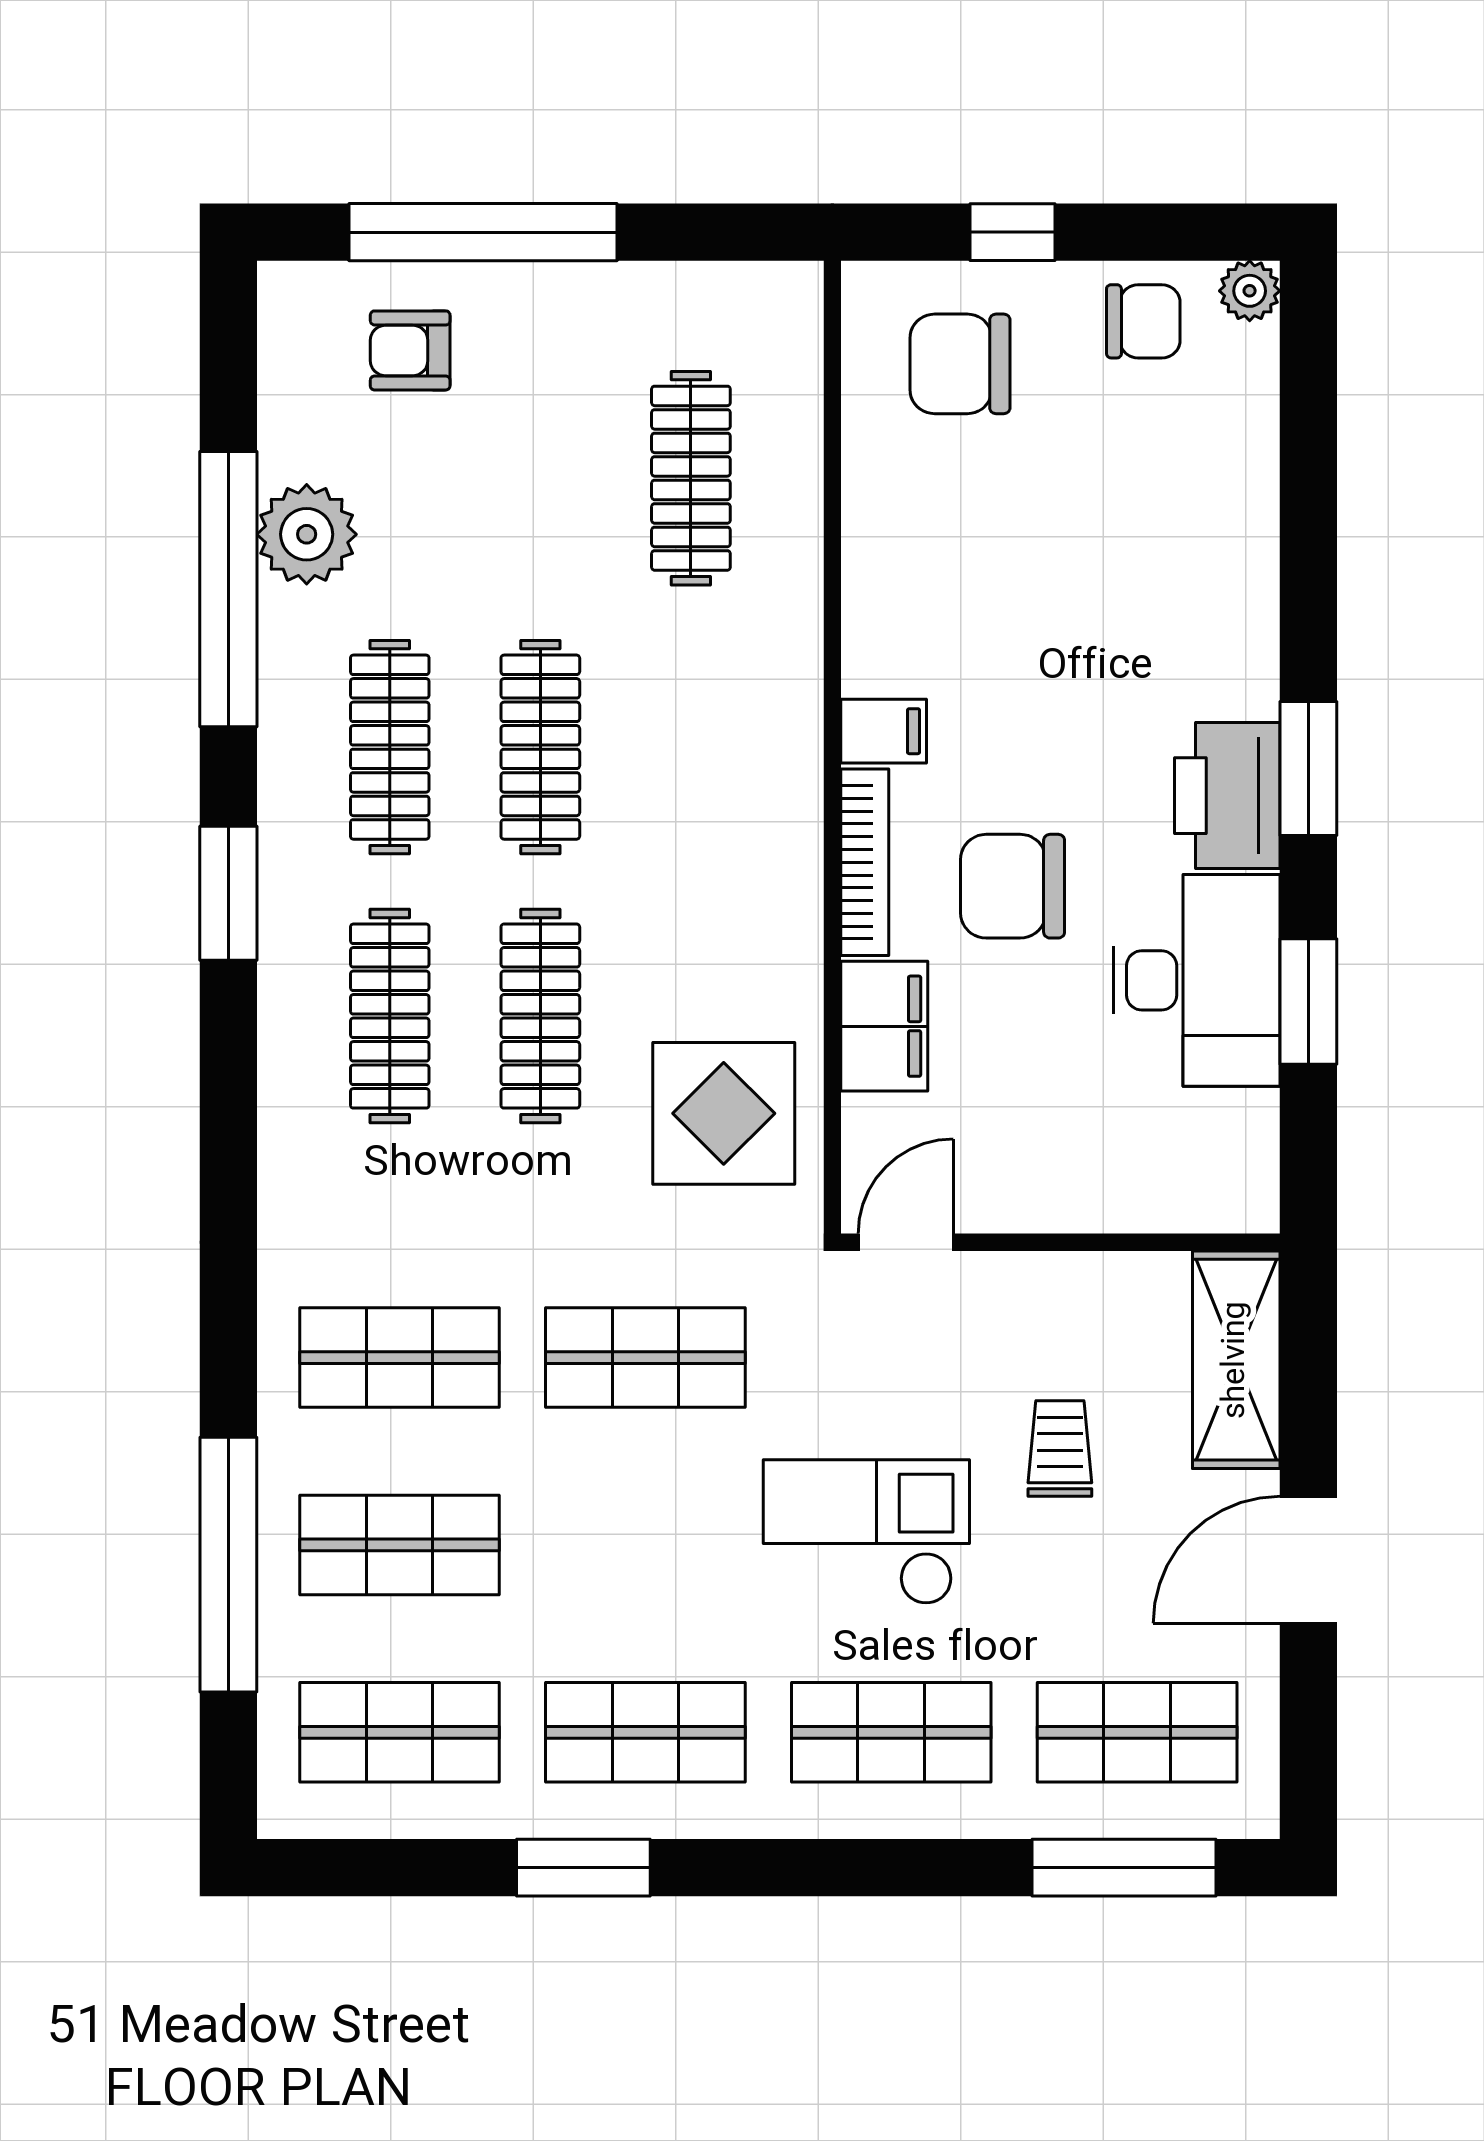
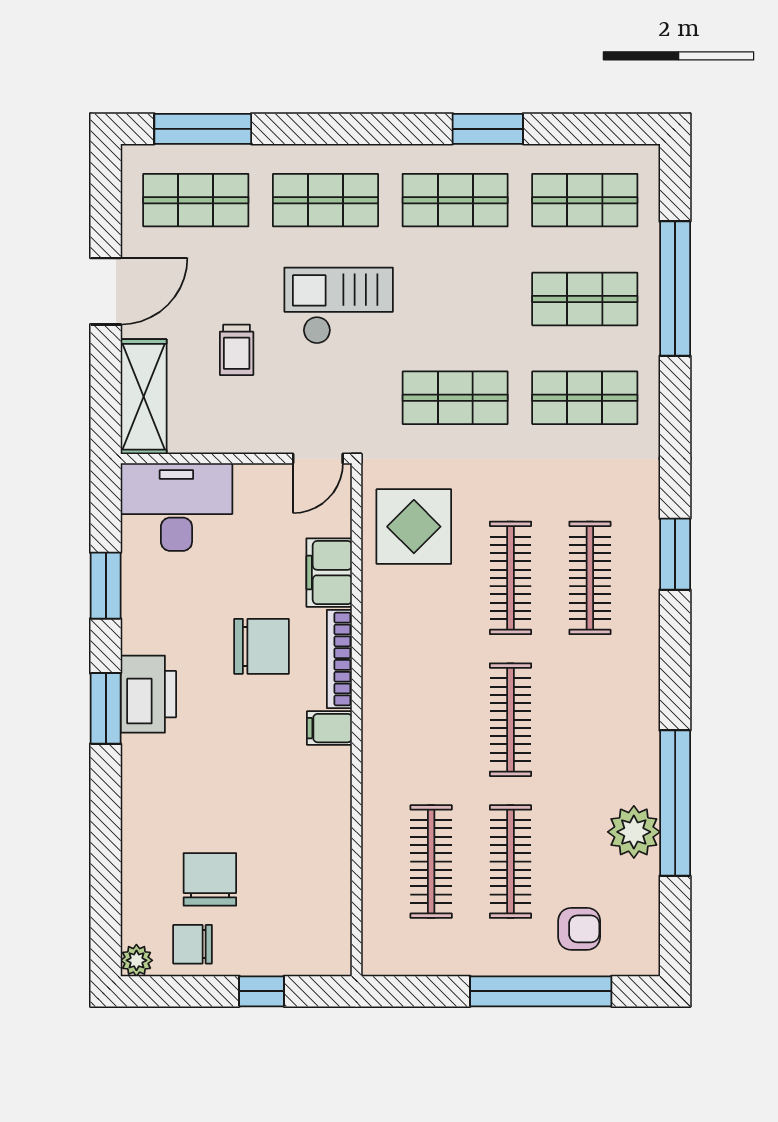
chair: (960, 364) -> (210, 879), moved, turned -90
clothes rail: (390, 747) -> (511, 862), moved
window: (228, 893) -> (675, 554), moved
desk: (1197, 980) -> (176, 507), moved, turned 90
checkout: (866, 1532) -> (339, 306), turned 180

